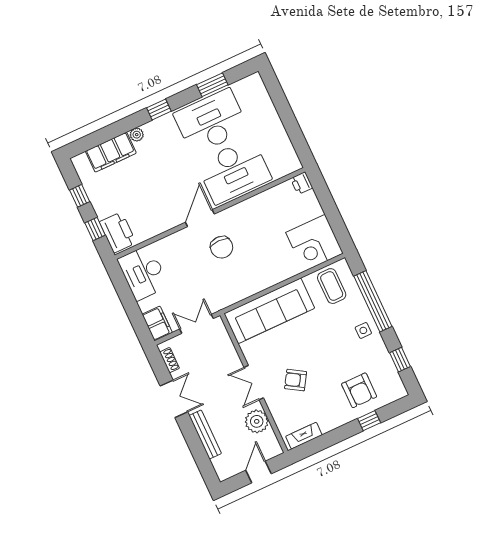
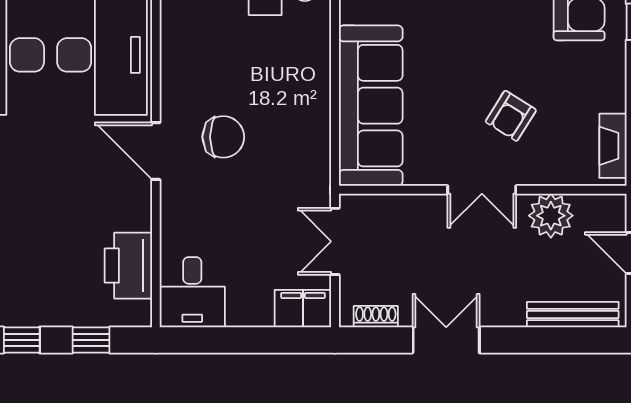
printer: (118, 232) -> (128, 266), moved, turned -90
desk: (143, 273) -> (192, 292), width x0.73
bench: (205, 434) -> (573, 315), moved

